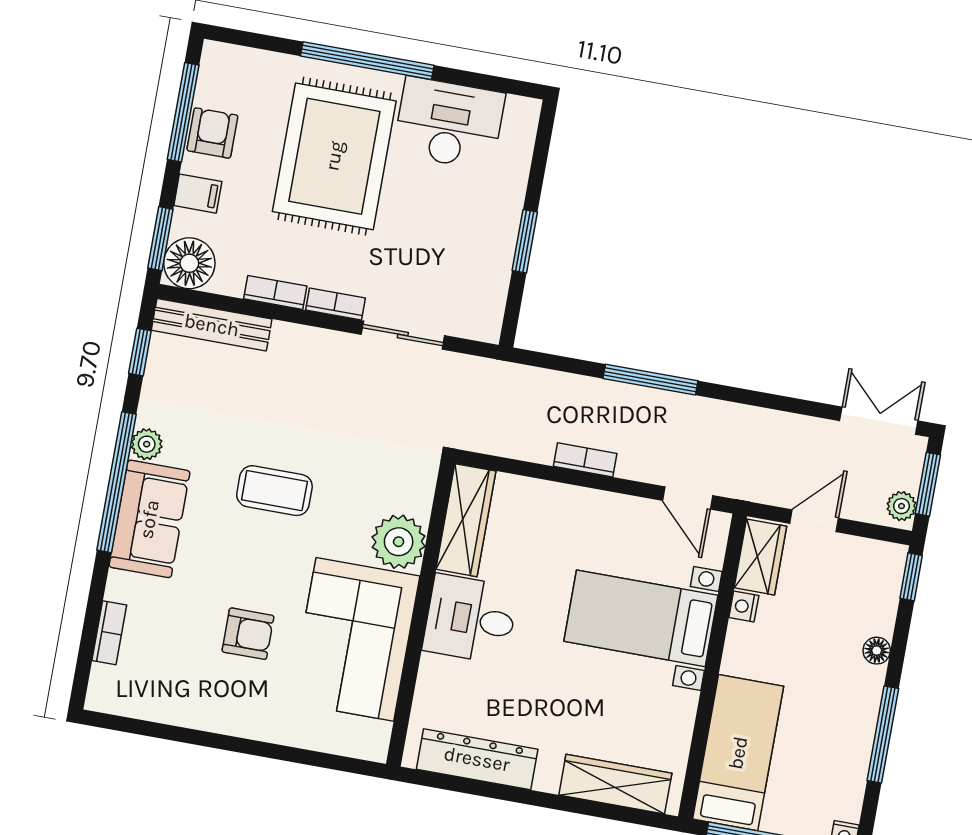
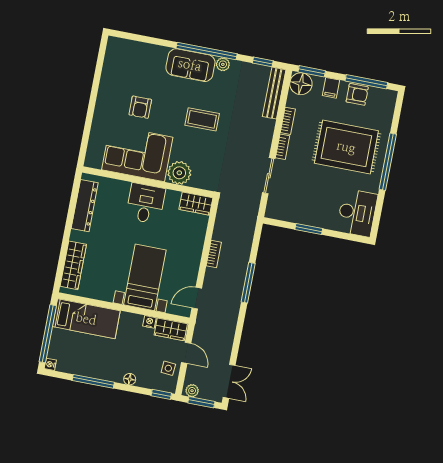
desk: (449, 123) -> (357, 213), moved
coffee table: (274, 491) -> (202, 119), turned 90
wardrobe: (466, 520) -> (196, 204), width x0.67
side table: (850, 562) -> (168, 368), added
bookcase: (109, 633) -> (141, 47), removed

